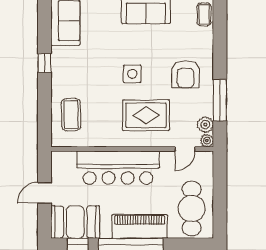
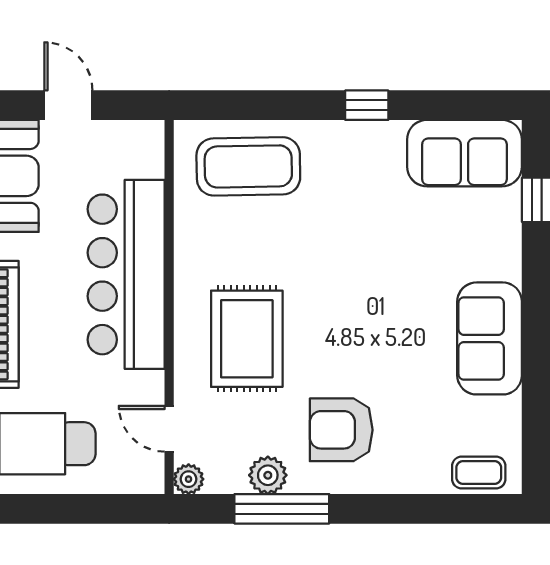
side table: (132, 74) -> (342, 307), removed
coffee table: (71, 115) -> (248, 166), width x1.36, depth x1.32
plant: (205, 125) -> (268, 475), moved

